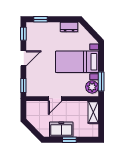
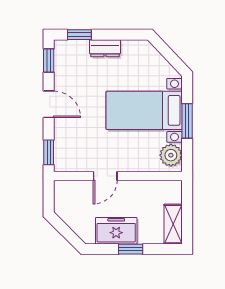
dresser: (69, 27) -> (105, 48), moved
door: (23, 58) -> (49, 104), hinge flipped
window: (101, 82) -> (187, 121), moved
shelving: (93, 112) -> (173, 224), moved

